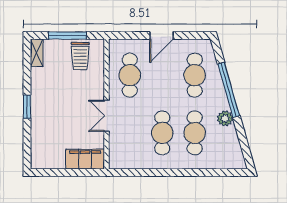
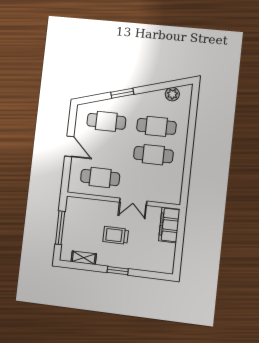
shelving: (37, 53) -> (84, 258), moved
trolley: (80, 56) -> (116, 235), moved, turned 180
window: (229, 90) -> (122, 93), width x0.47
plant: (225, 118) -> (172, 94), moved

